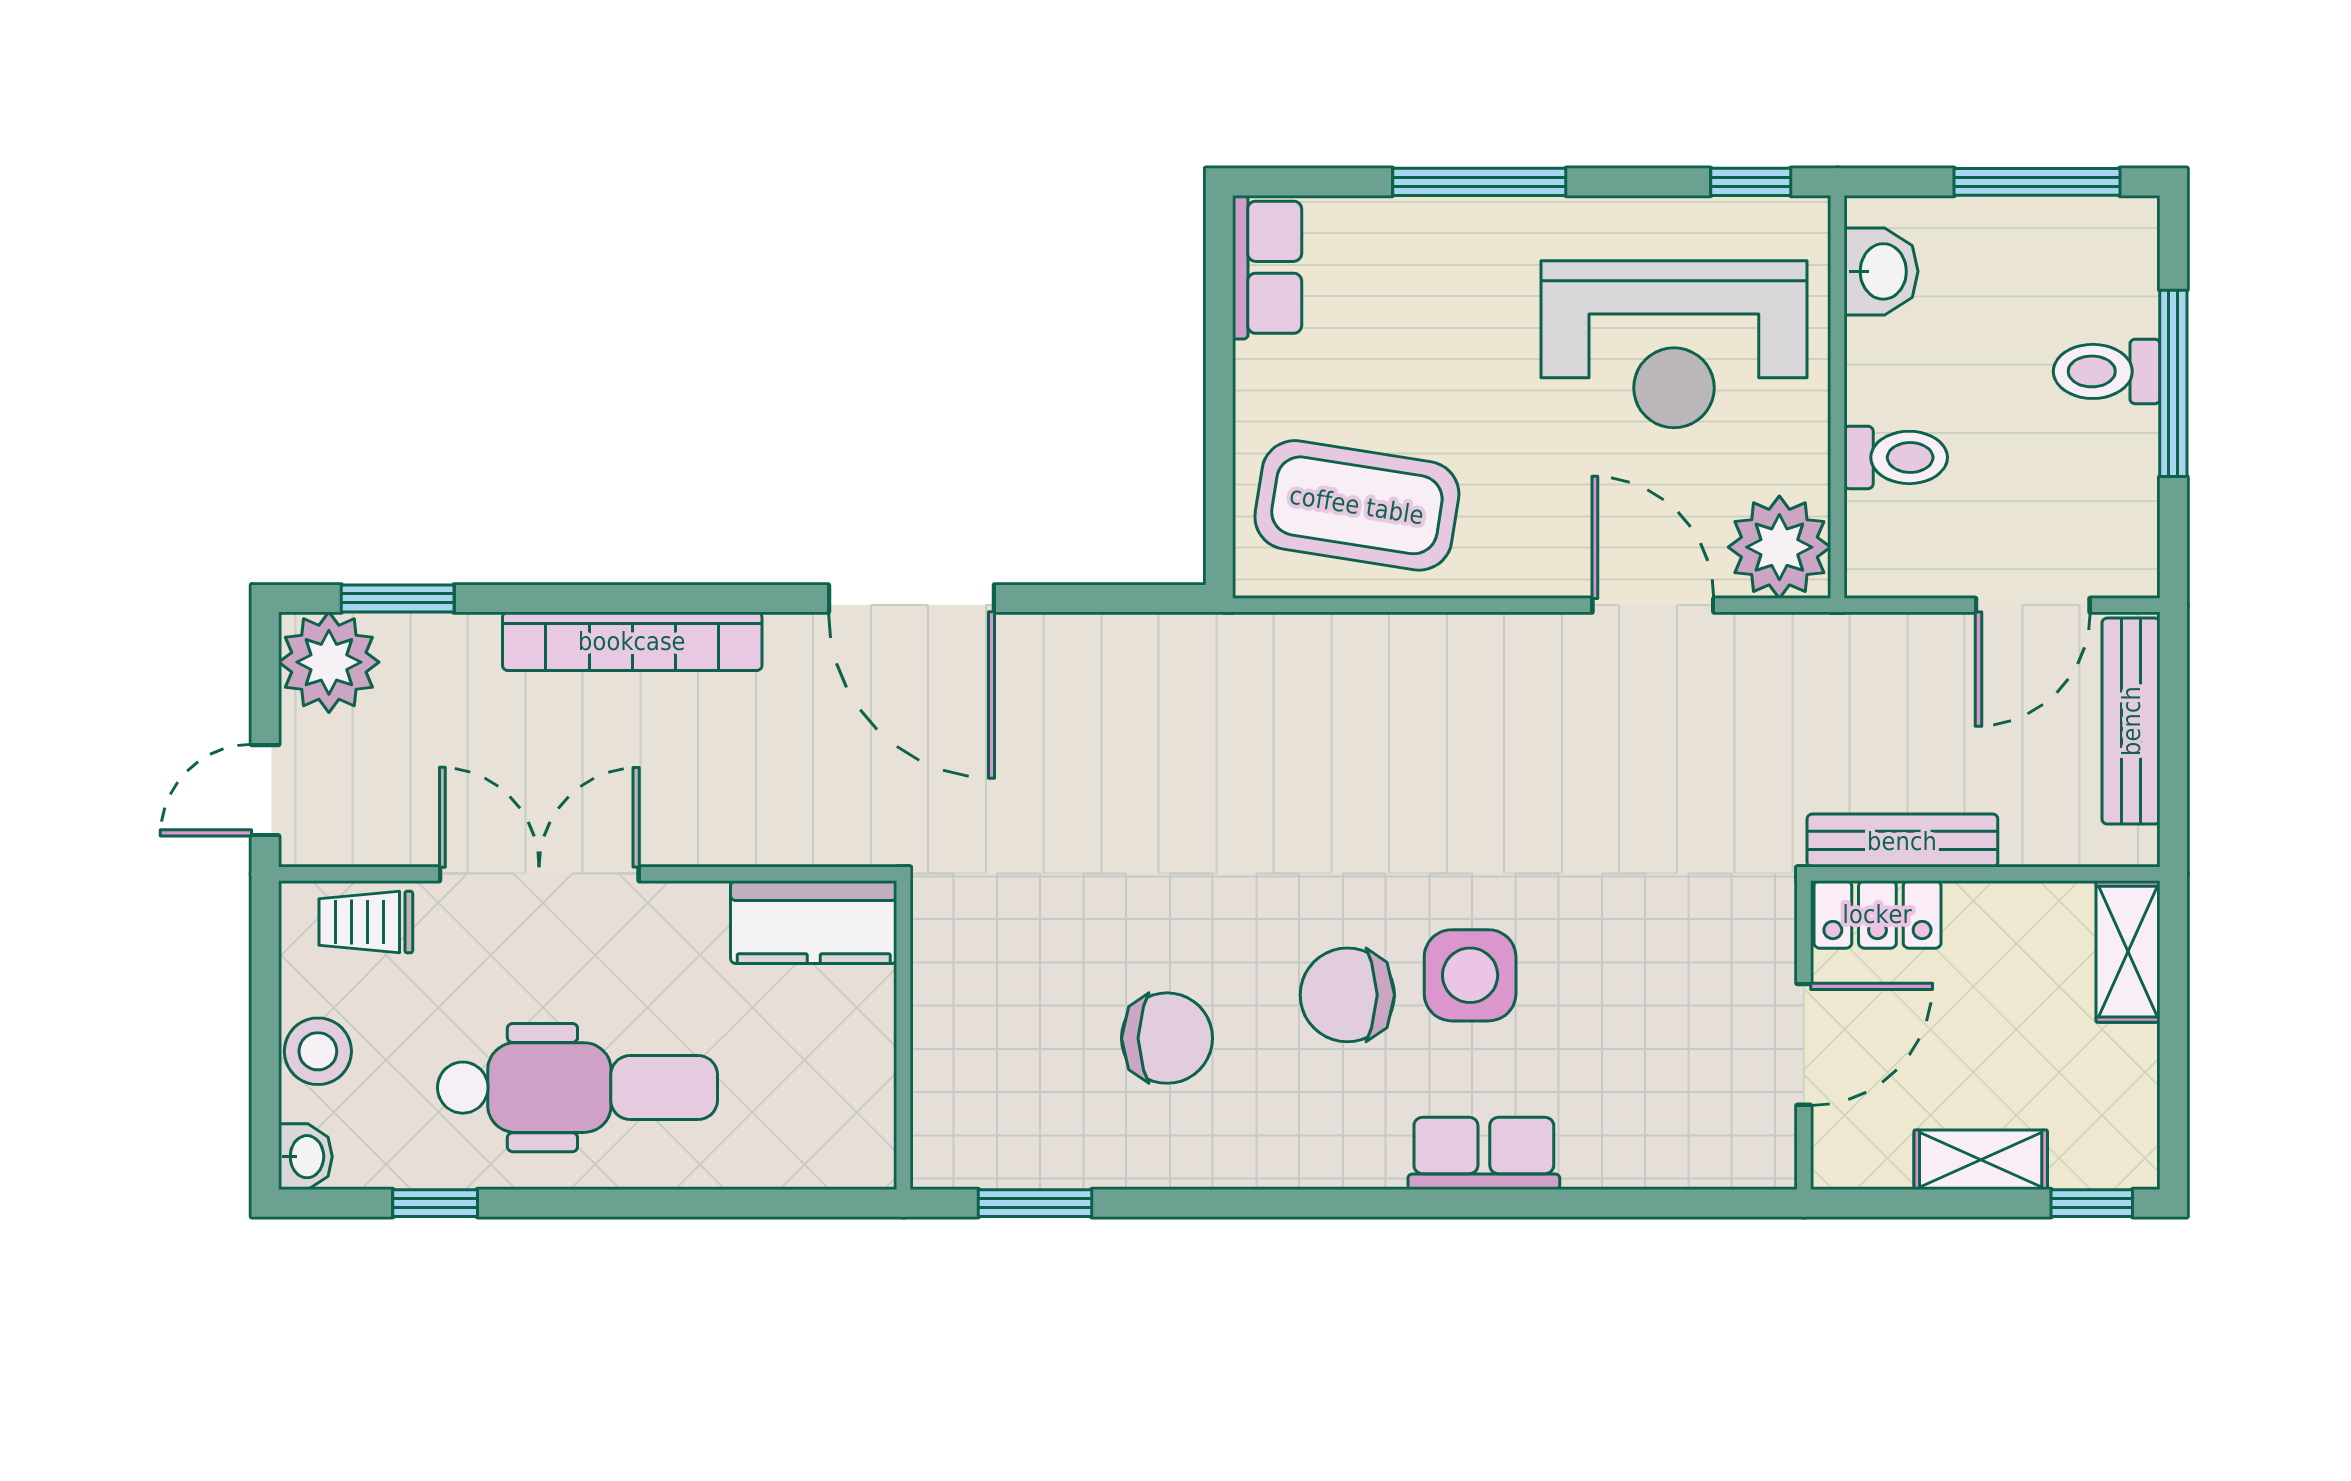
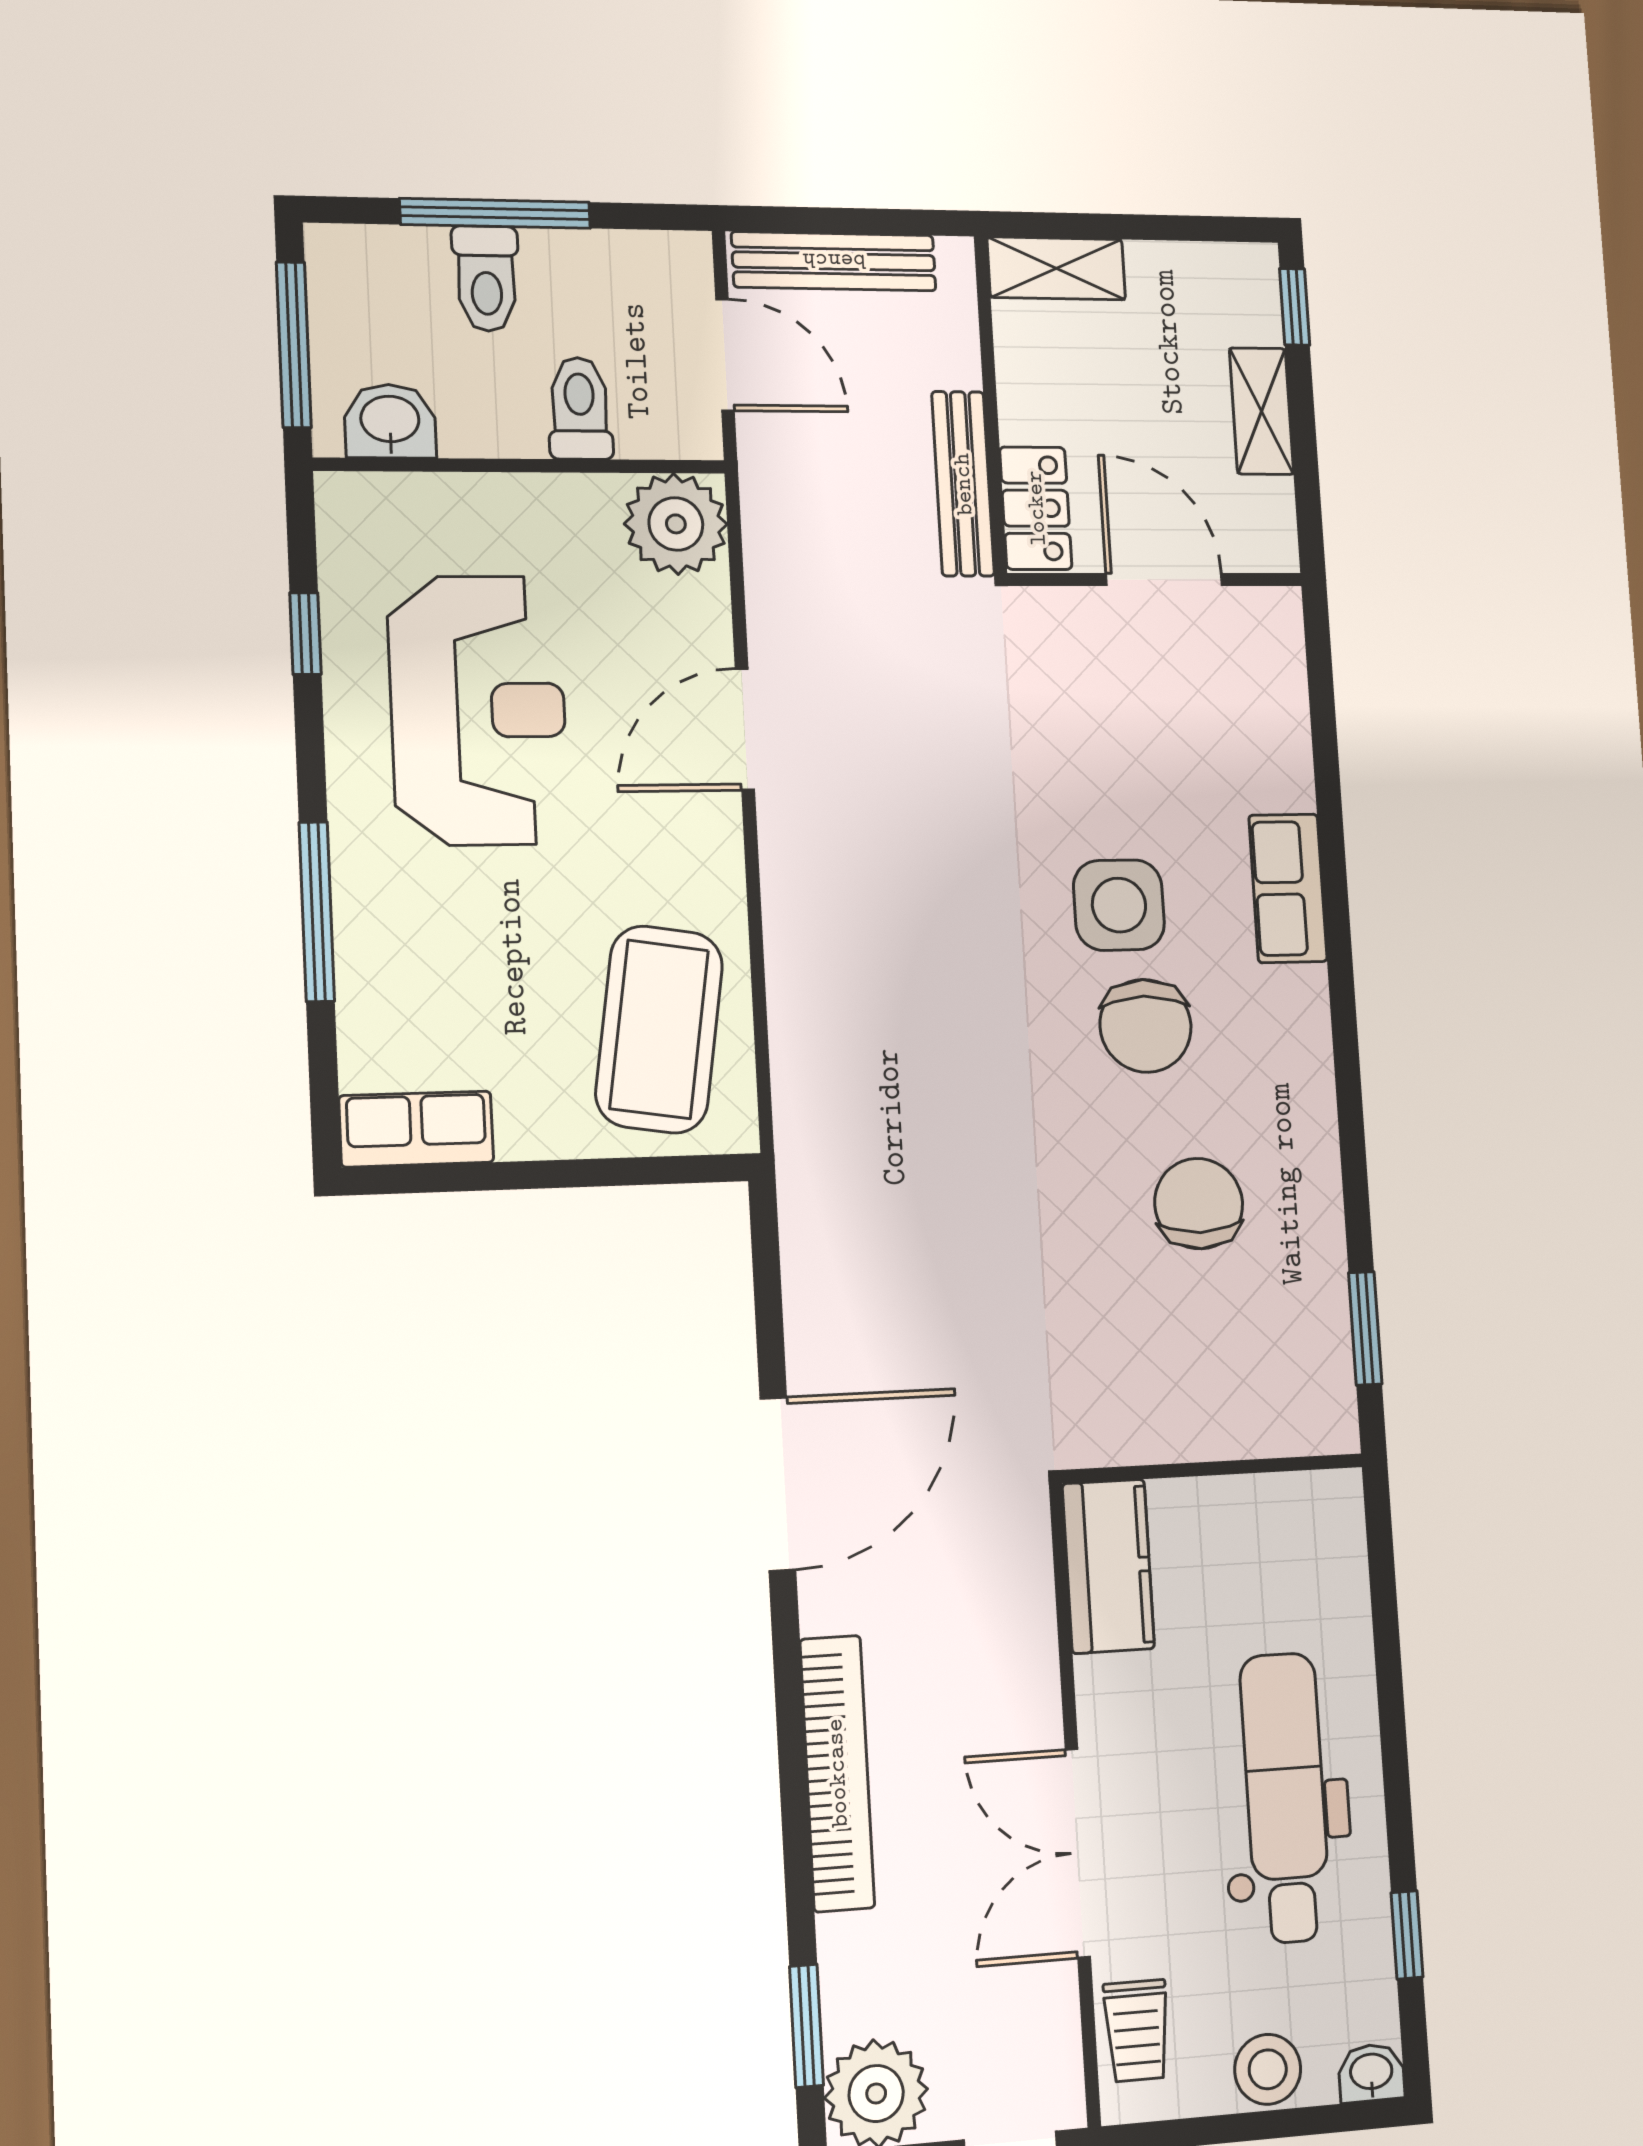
washbasin: (1881, 271) -> (390, 421), moved
wall: (1837, 397) -> (521, 466), moved
toilet: (1896, 457) -> (580, 408), moved
plant: (1779, 547) -> (676, 524), moved

